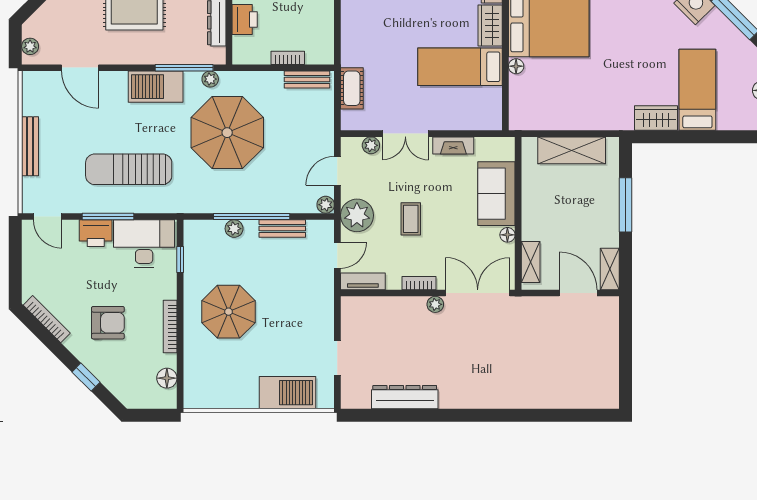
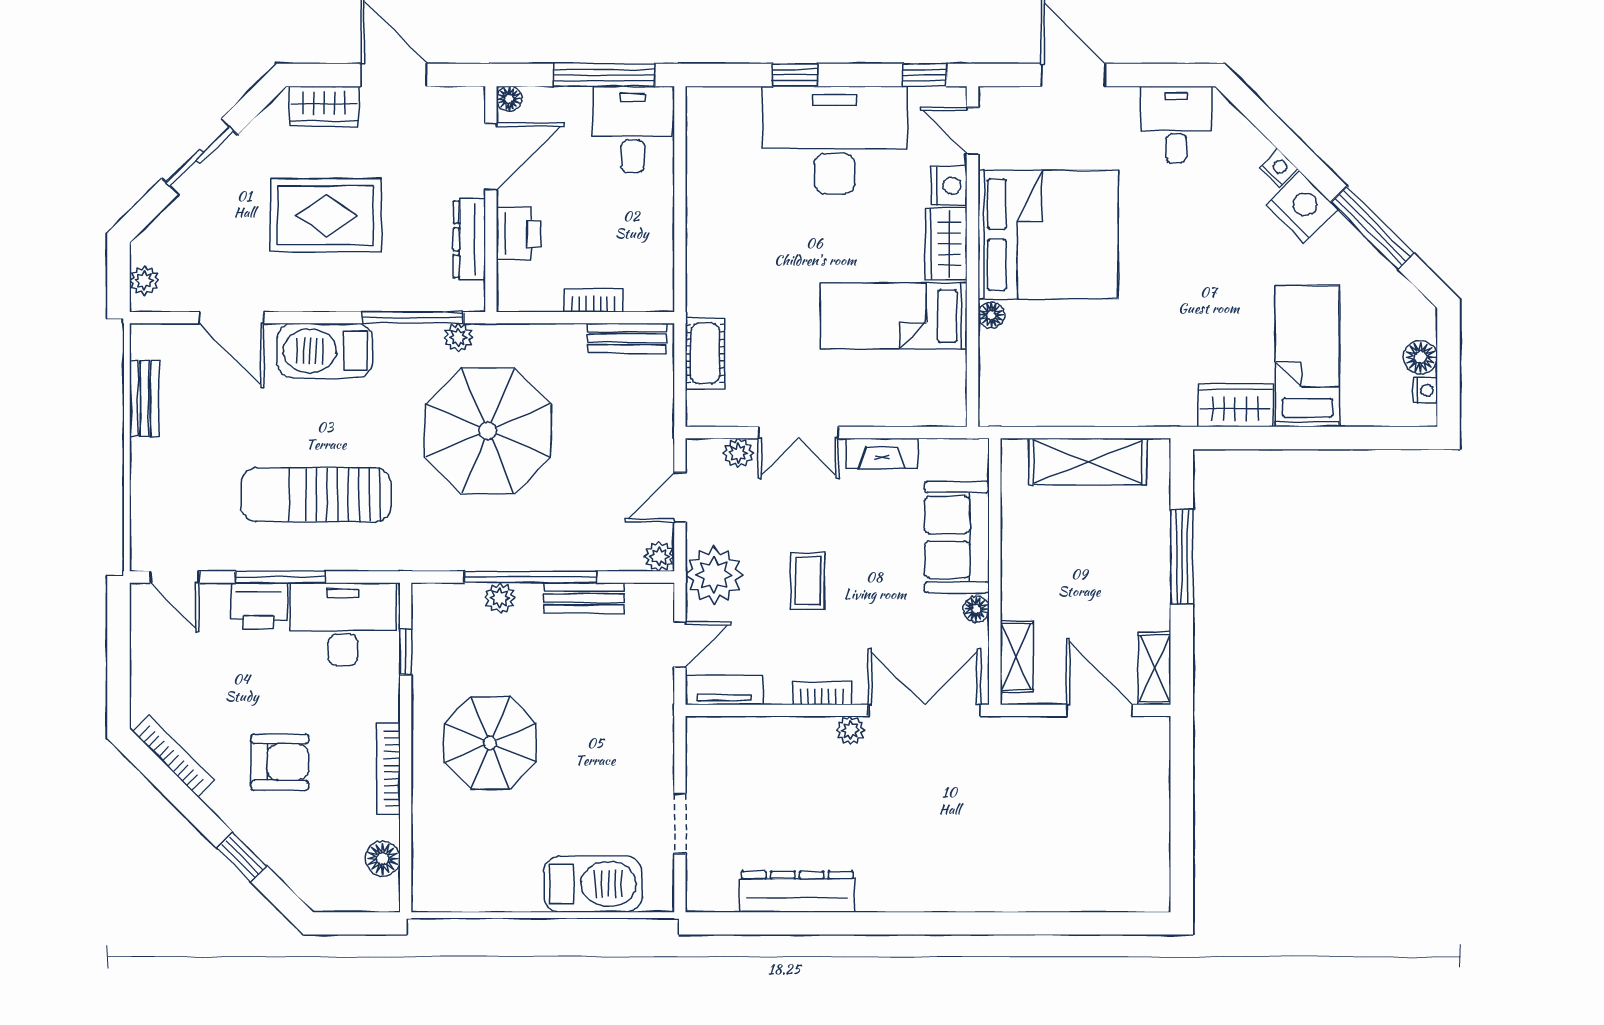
barbecue: (156, 87) -> (325, 351), moved
bench: (30, 146) -> (144, 399), moved, width x0.73

